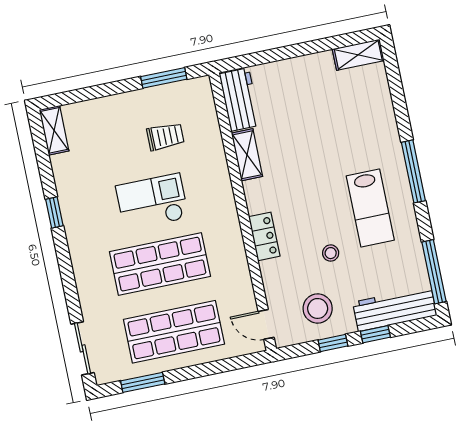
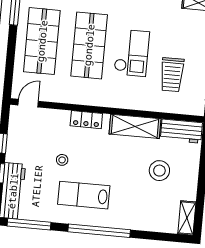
trolley: (165, 137) -> (172, 75), width x1.36, depth x1.39
shelving: (247, 155) -> (135, 126), width x1.50, depth x1.33
window: (413, 171) -> (99, 231), width x1.46
stool: (318, 308) -> (159, 171), moved

